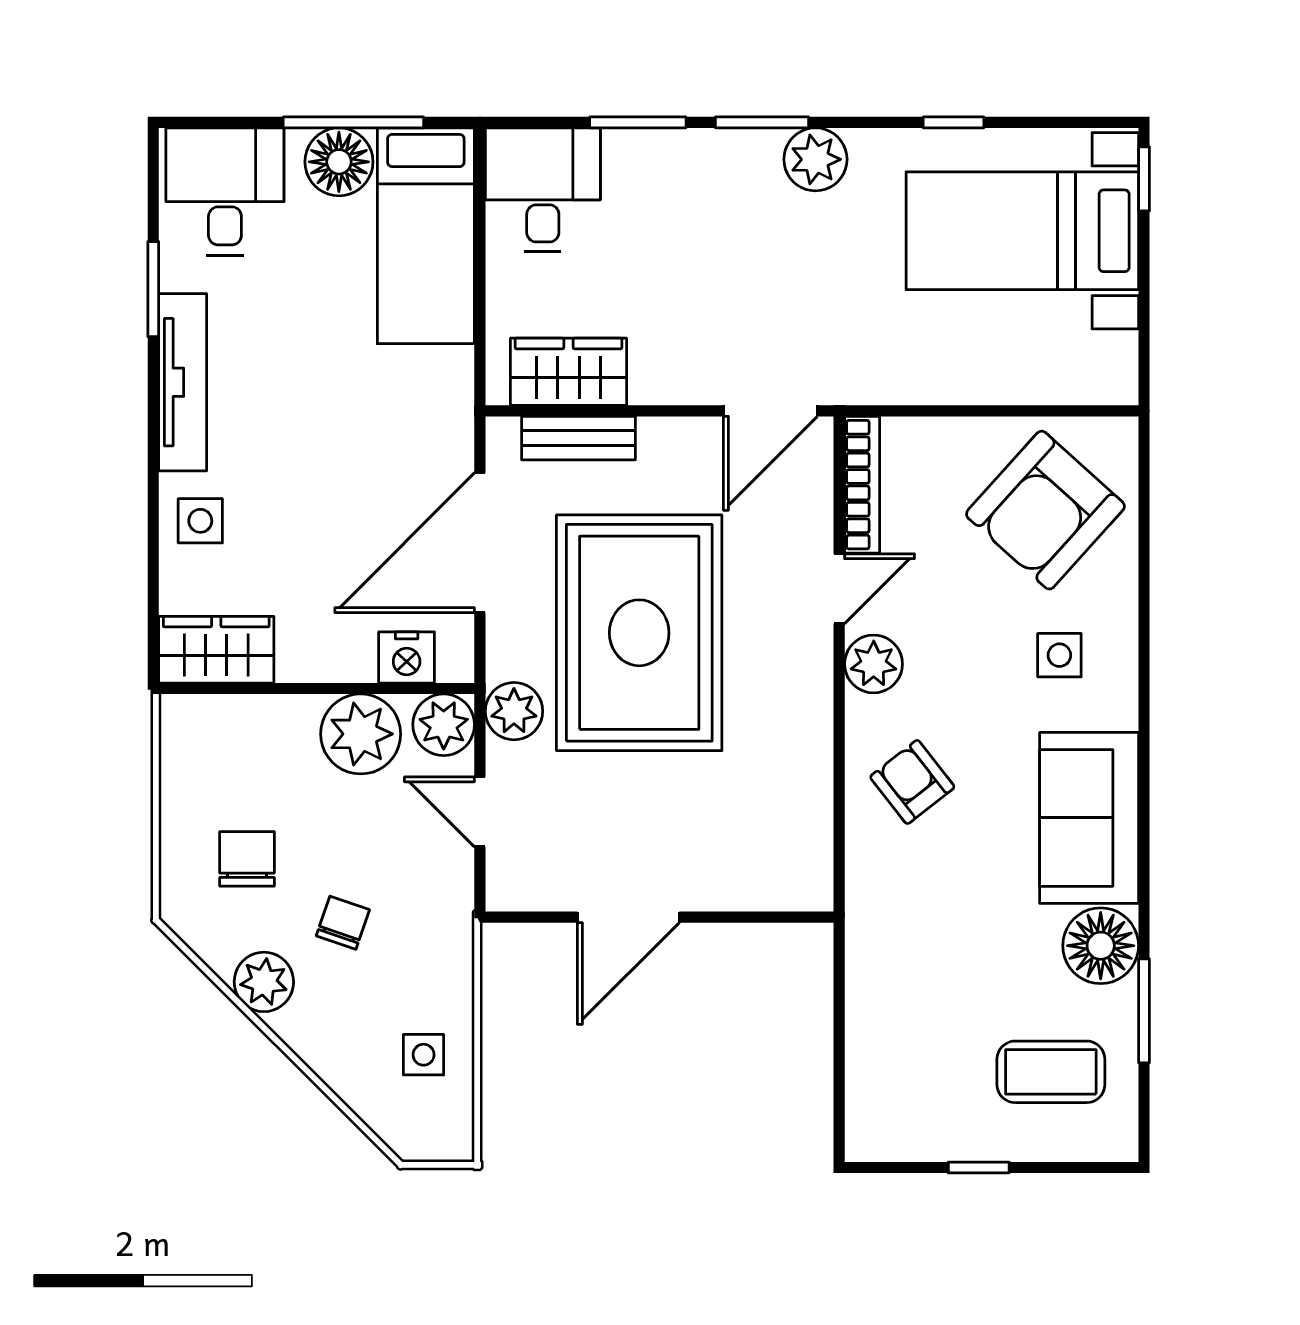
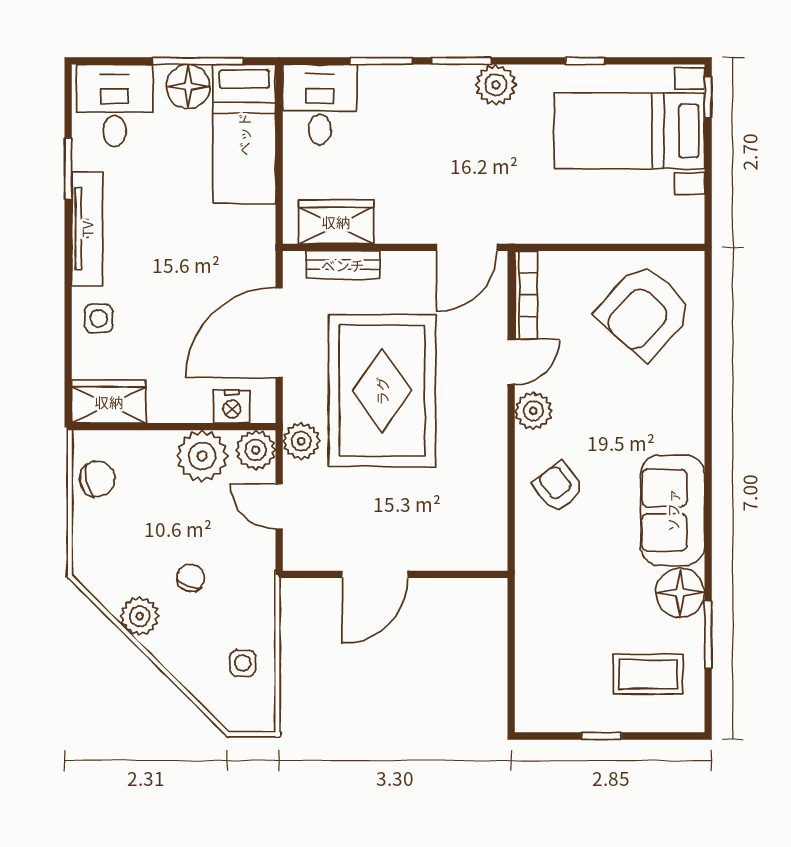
side table: (1059, 655) -> (653, 405), removed
chair: (247, 859) -> (97, 479), moved, turned 78

